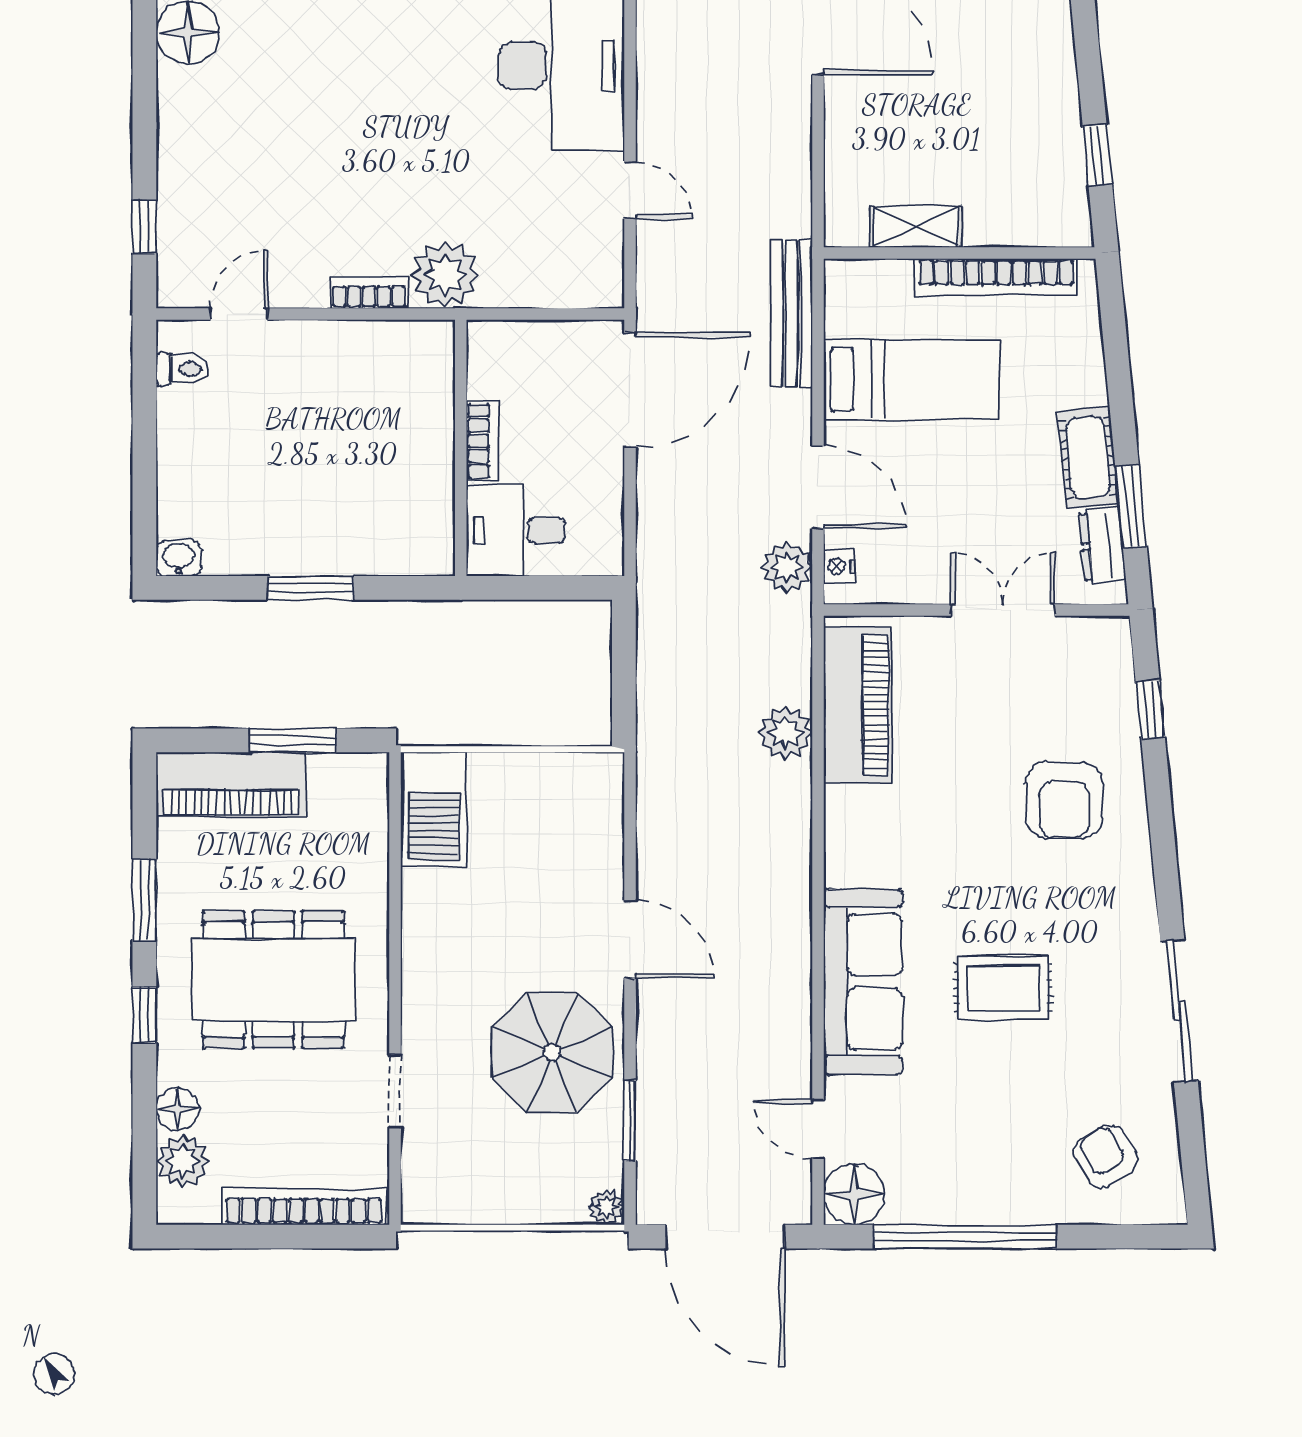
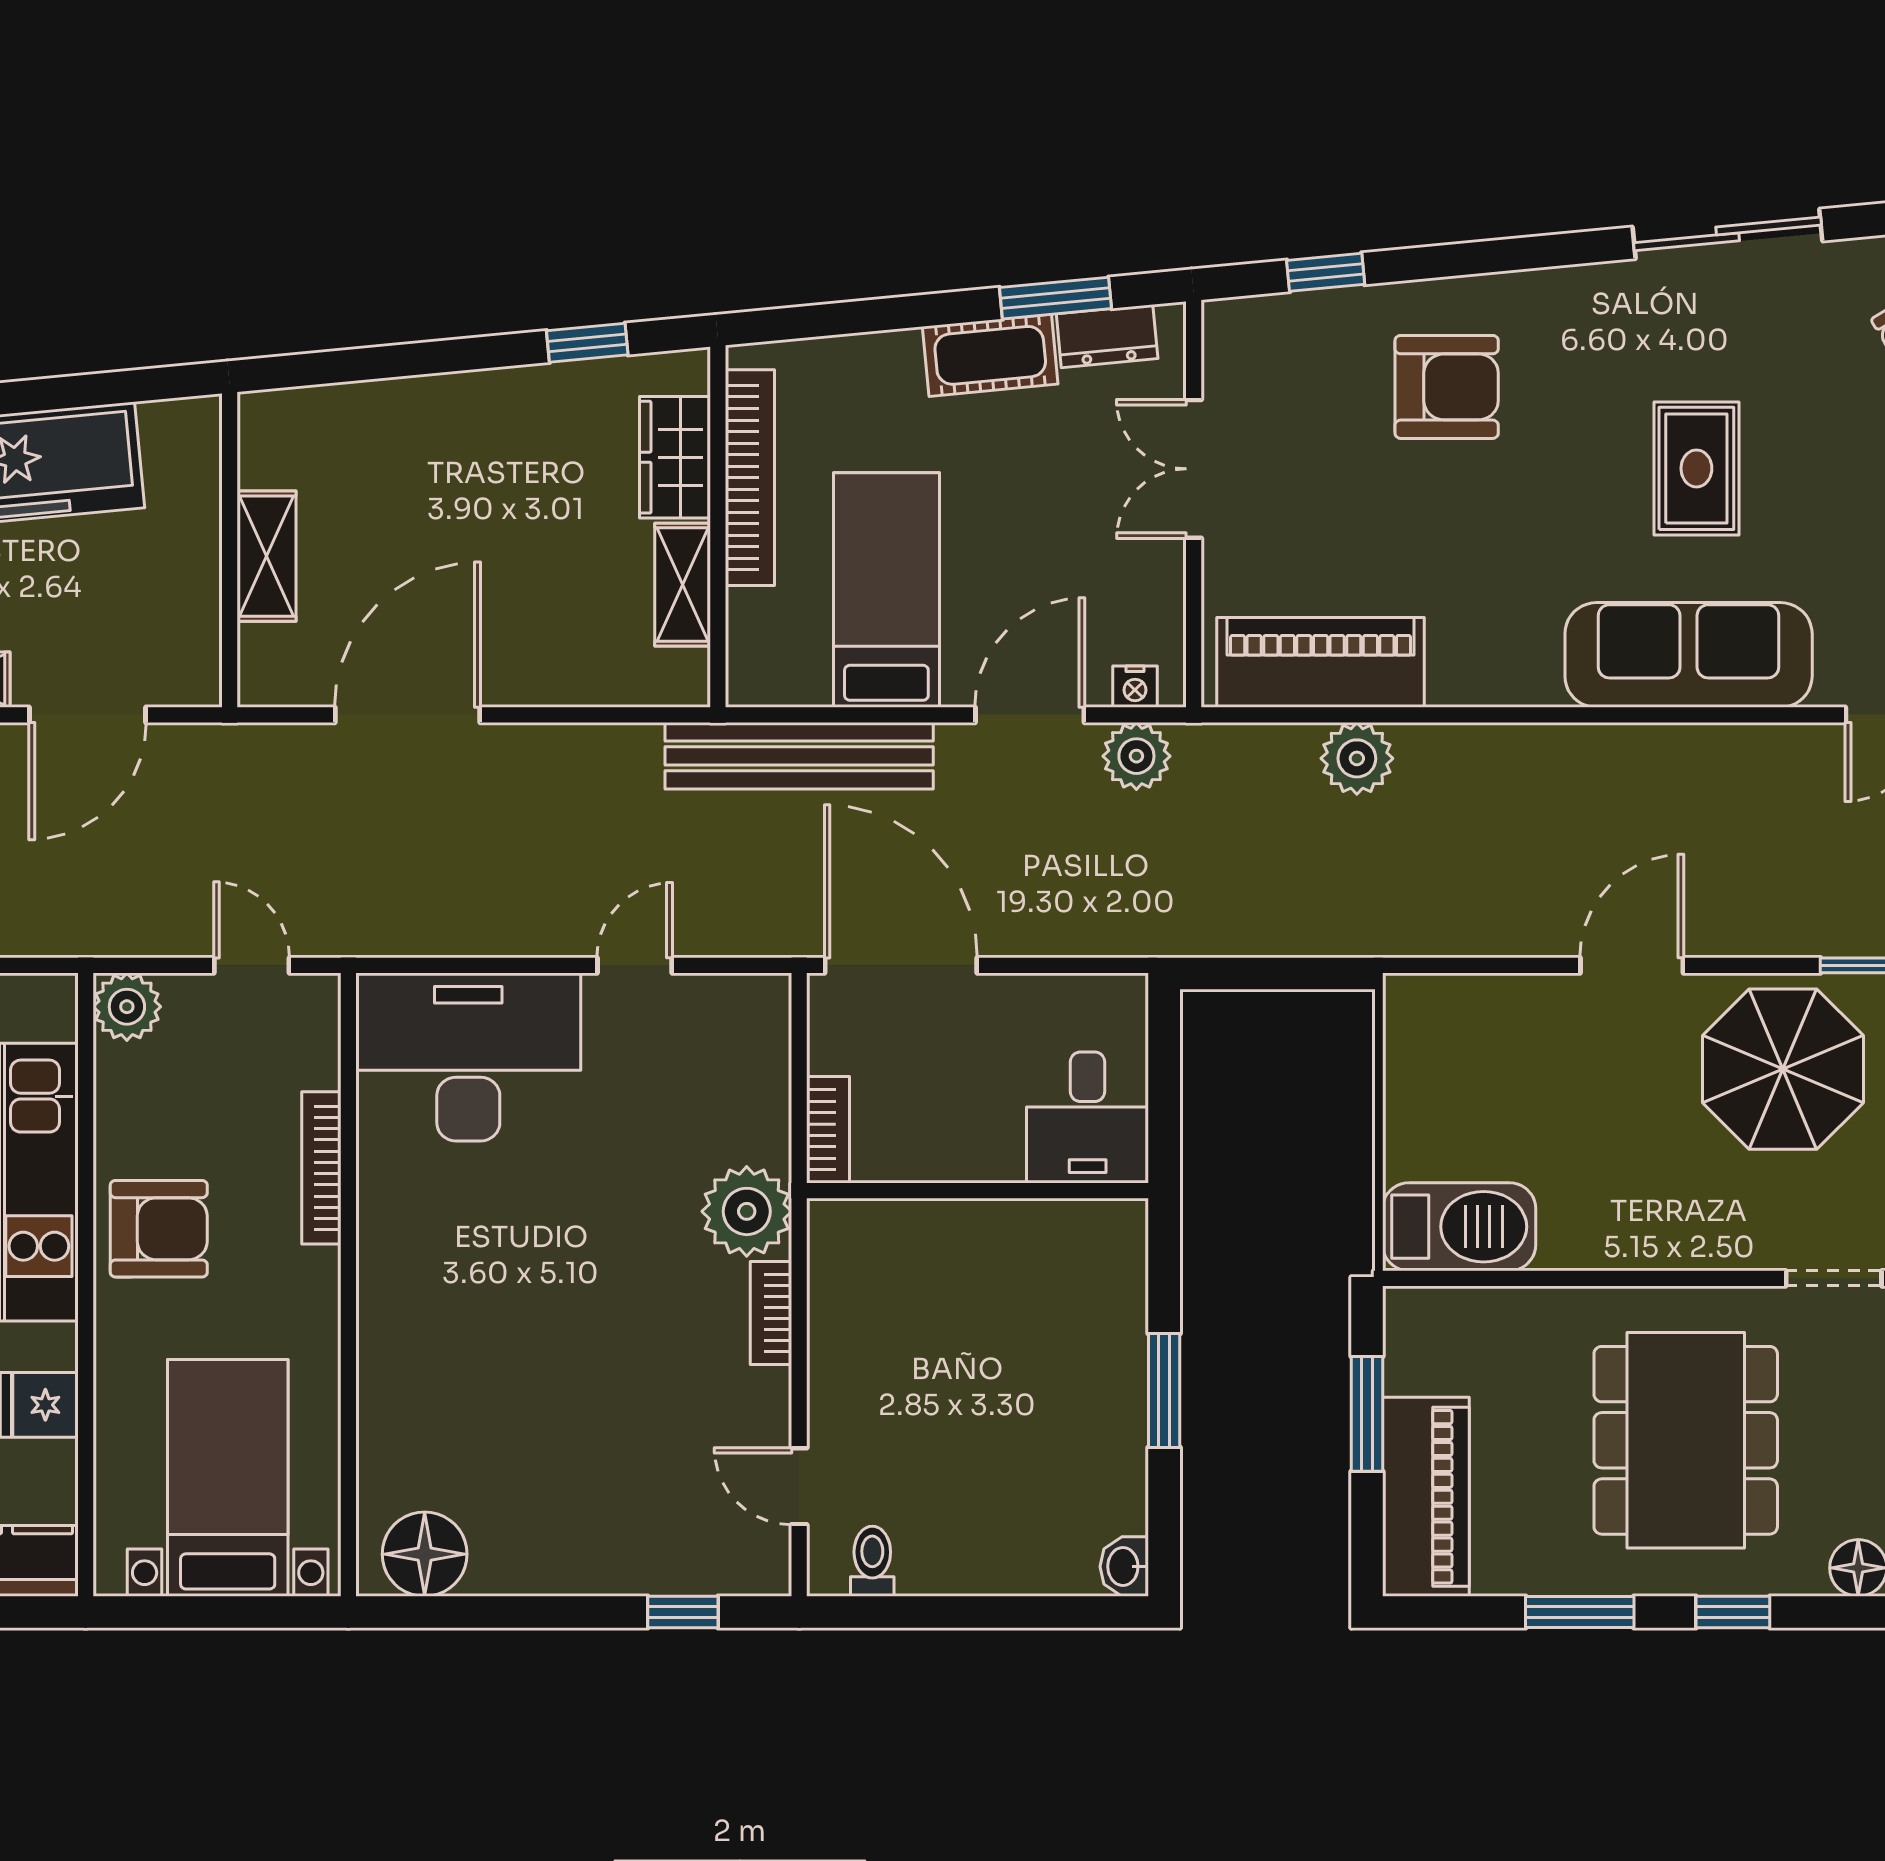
wardrobe: (1012, 221) -> (675, 457), added
bench: (792, 314) -> (799, 756), width x1.37, depth x1.21
bookcase: (482, 441) -> (828, 1130), moved, turned 90

